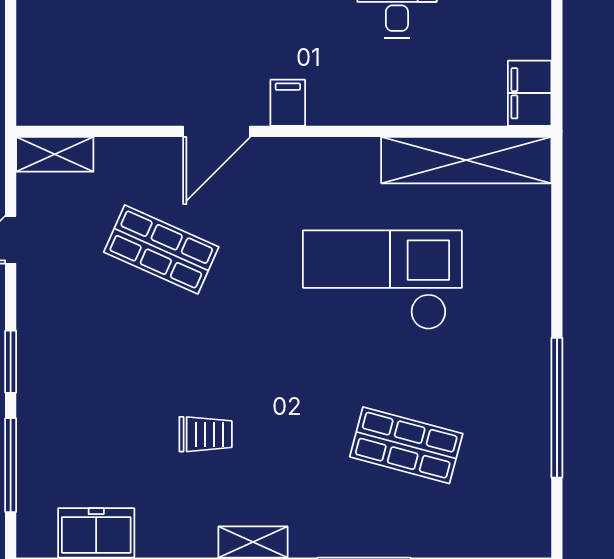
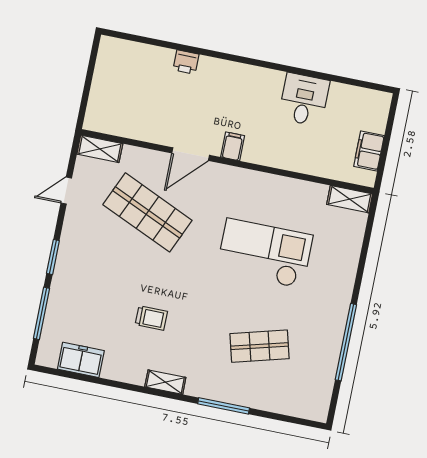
filing cabinet: (530, 93) -> (369, 151), moved
shelving: (466, 160) -> (350, 199), width x0.45, depth x0.75
shop shelf: (161, 249) -> (147, 212), width x1.43, depth x1.36
shop shelf: (406, 445) -> (260, 346), turned -30

